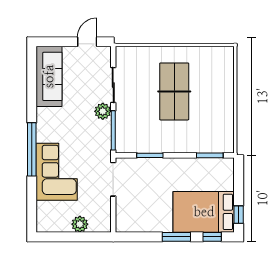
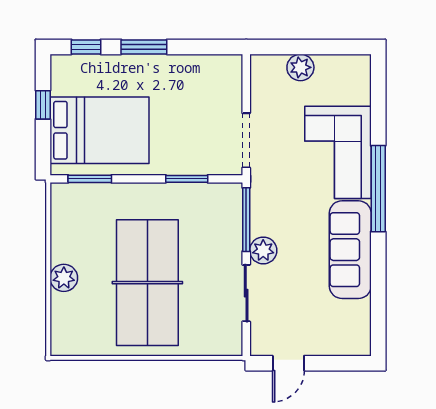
sofa: (49, 76) -> (350, 250), moved
table tennis table: (174, 91) -> (147, 283), width x1.36, depth x1.32
plant: (226, 94) -> (64, 278), added
bed: (204, 212) -> (99, 130), moved
window: (239, 215) -> (43, 105), moved

